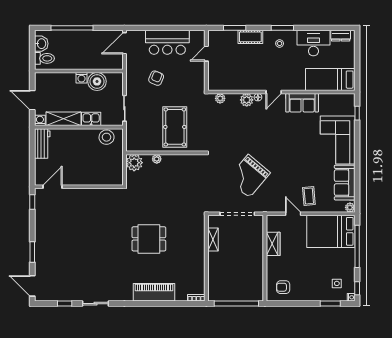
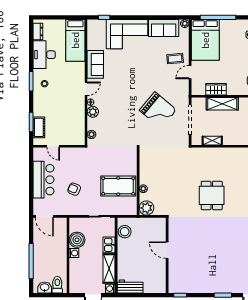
cot: (250, 37) -> (39, 127), moved
door: (274, 92) -> (86, 89), hinge flipped
pool table: (175, 127) -> (118, 186), moved
door: (53, 187) -> (167, 250), moved
shelving: (256, 251) -> (222, 104), added

